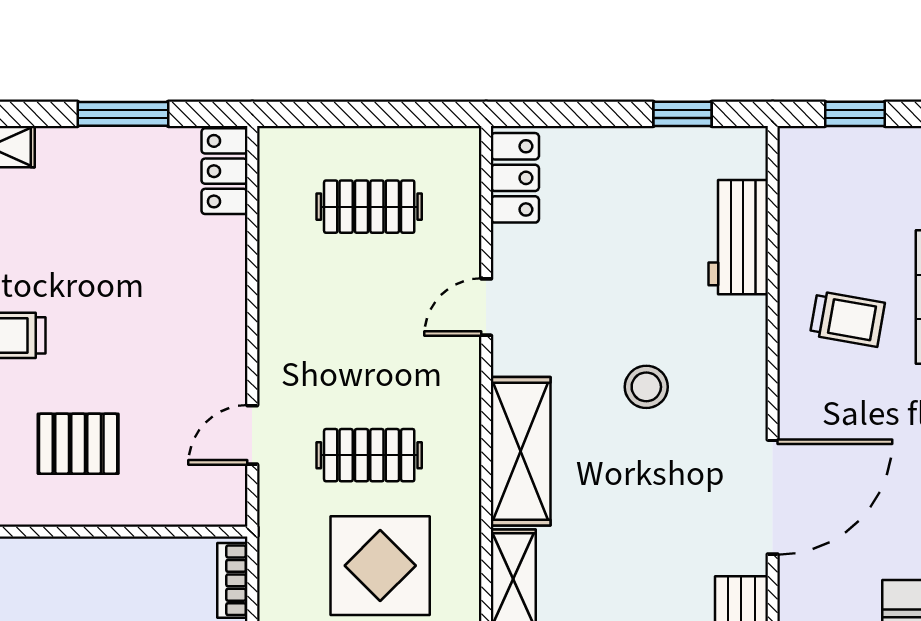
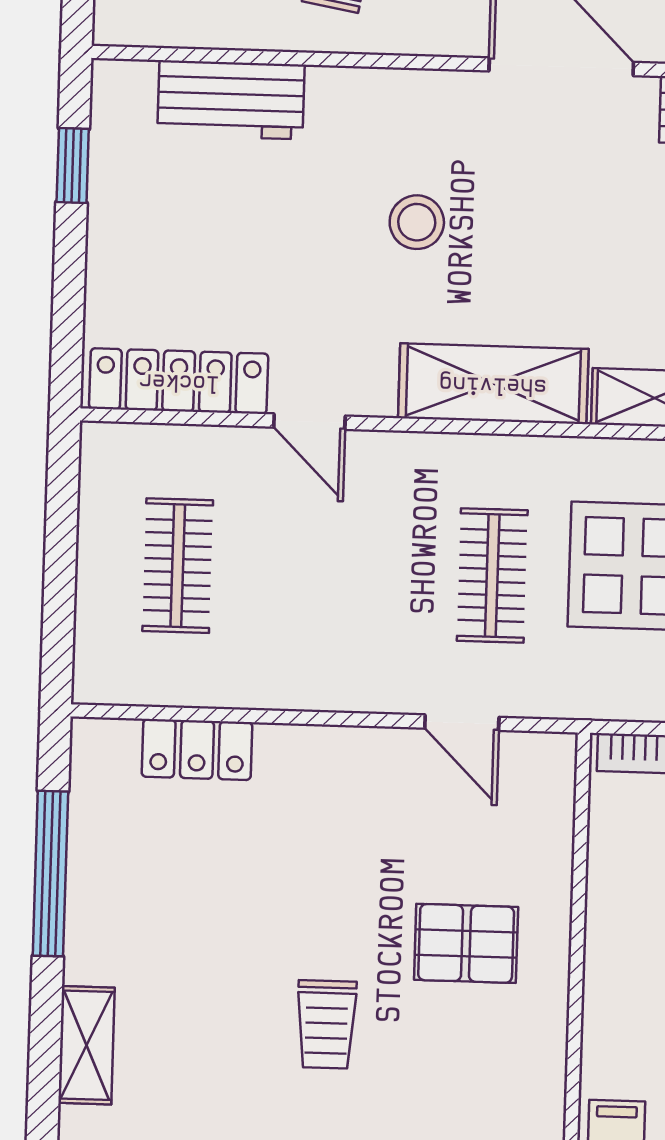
window: (123, 114) -> (50, 874), width x1.44
locker: (225, 171) -> (197, 749), moved
locker: (515, 178) -> (179, 381), width x1.53
pallet: (78, 444) -> (466, 943), turned 90

